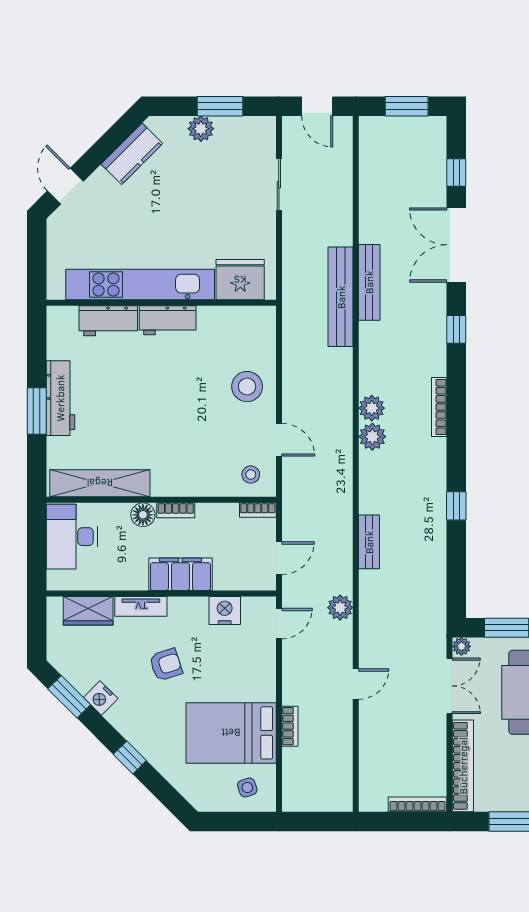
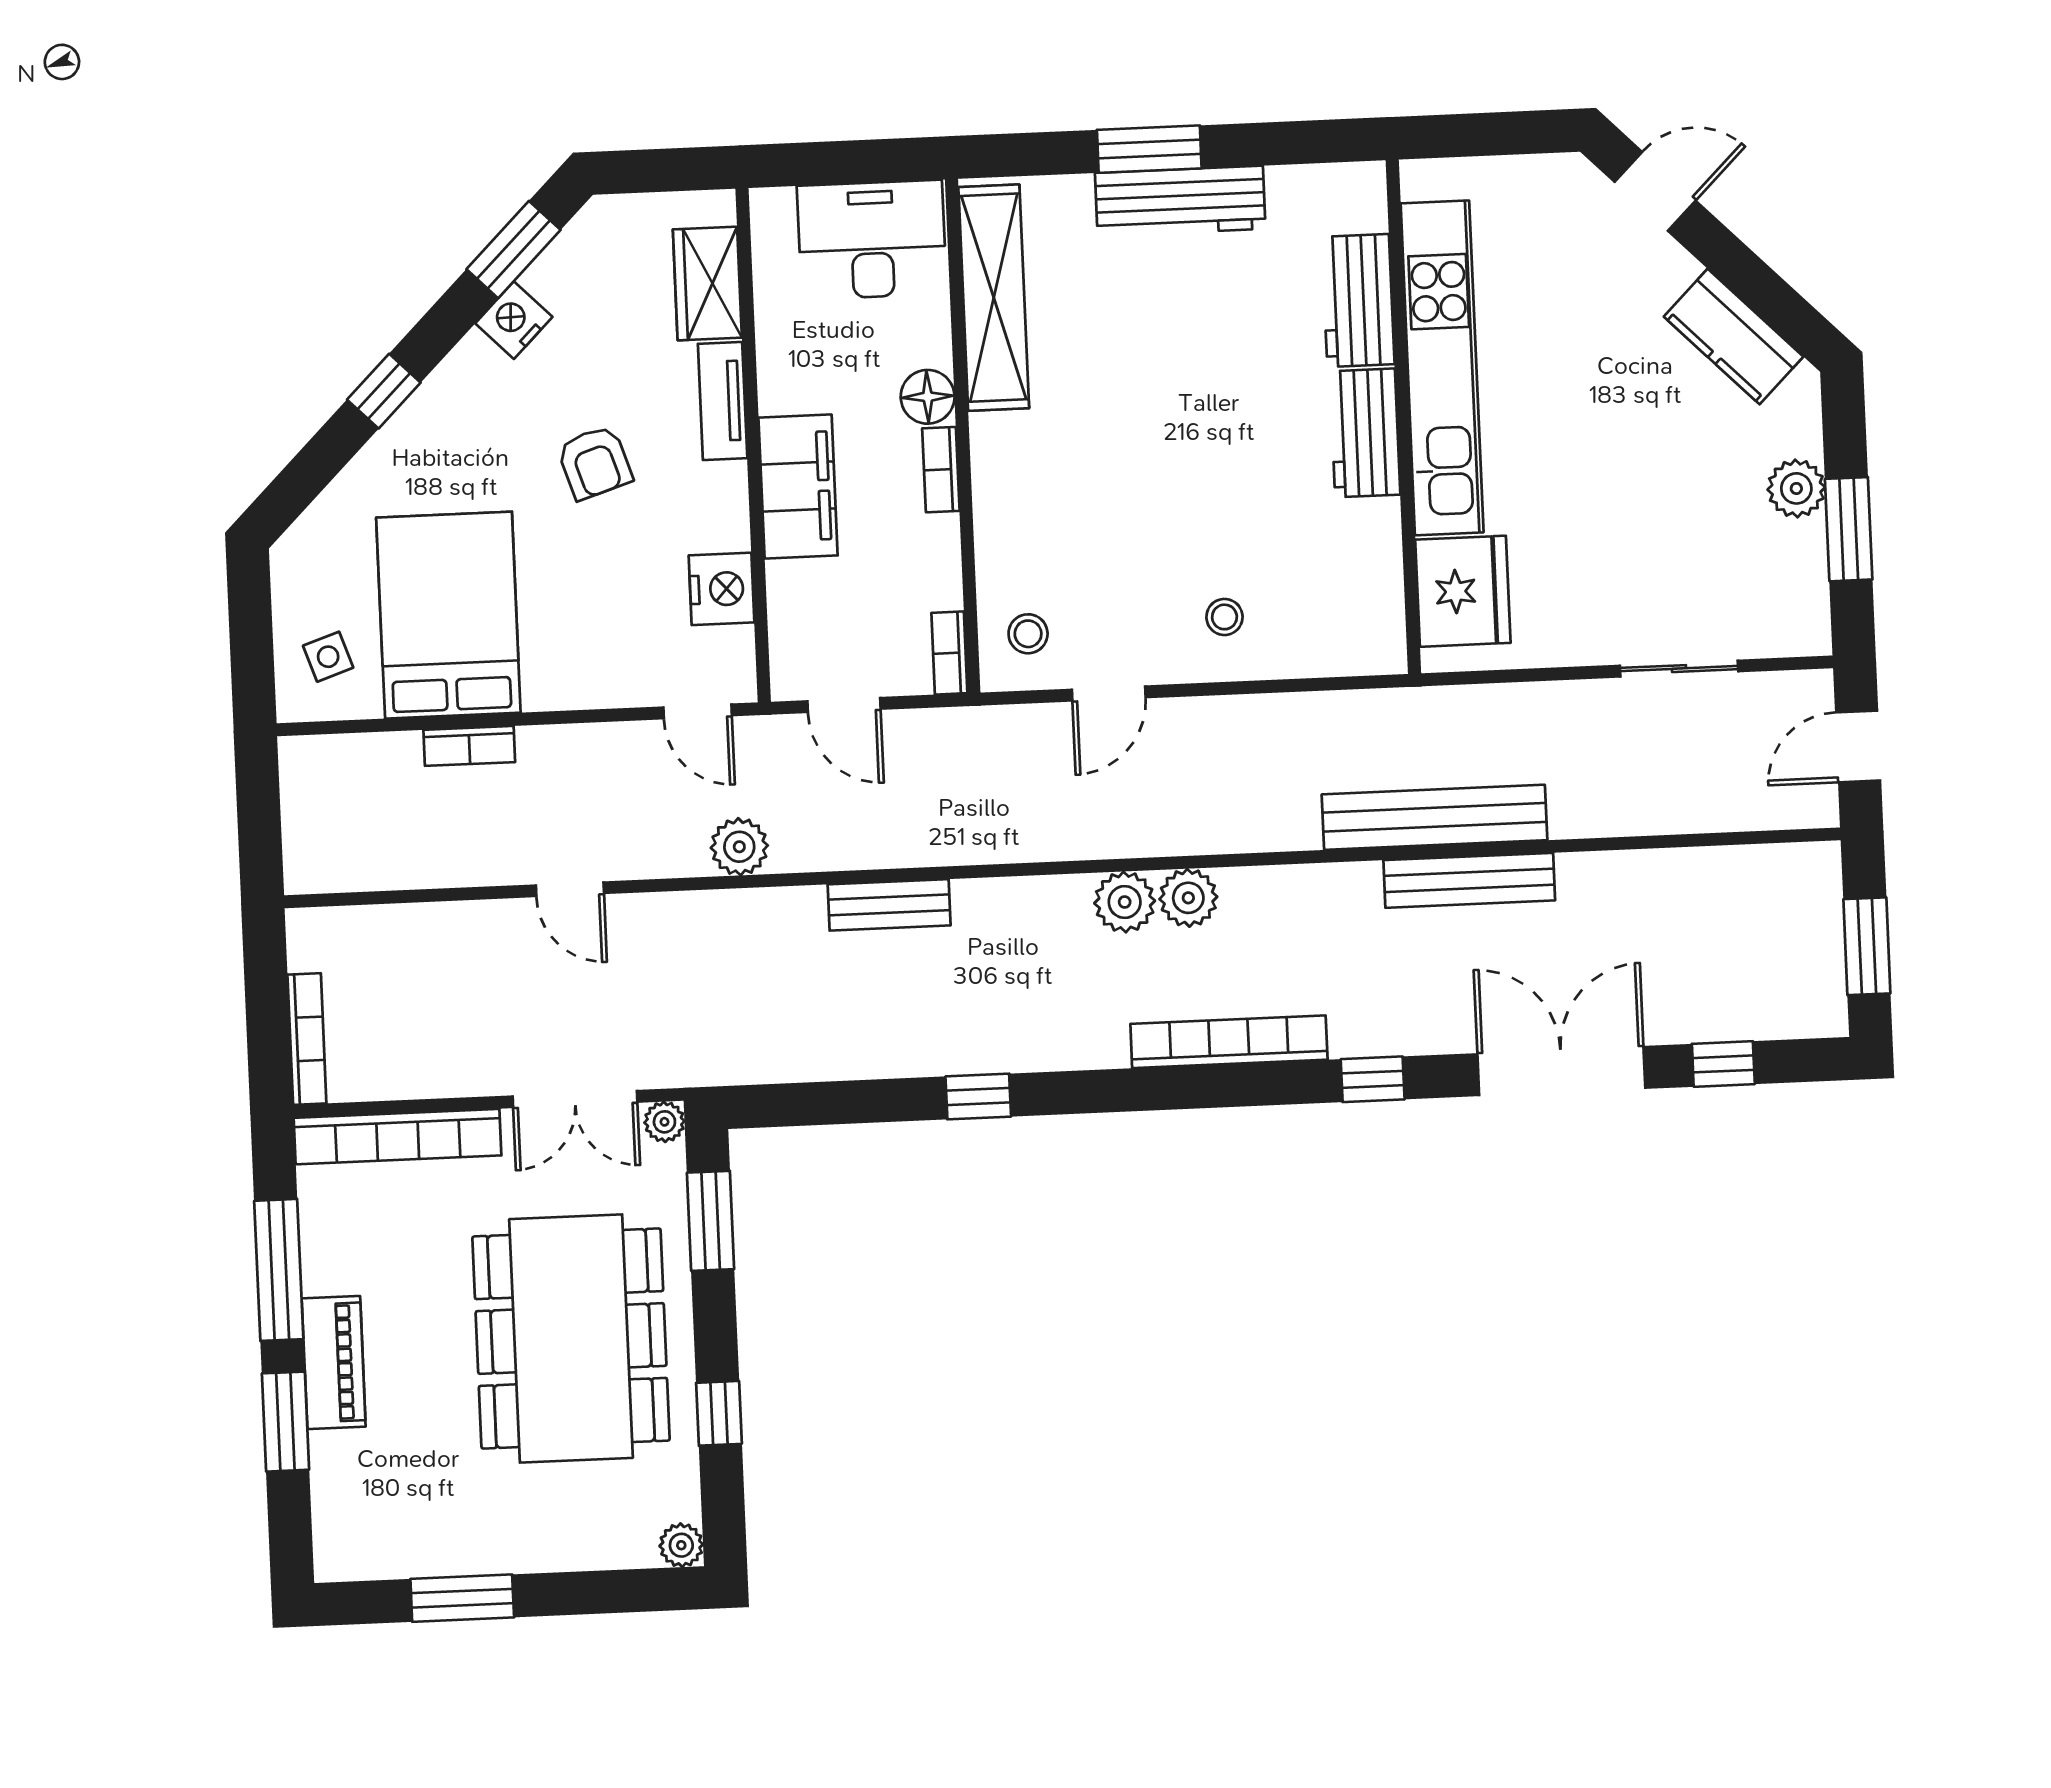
stool: (247, 387) -> (1224, 617), width x0.53, depth x0.53
bookcase: (439, 407) -> (1229, 1042), width x1.48, depth x1.31

